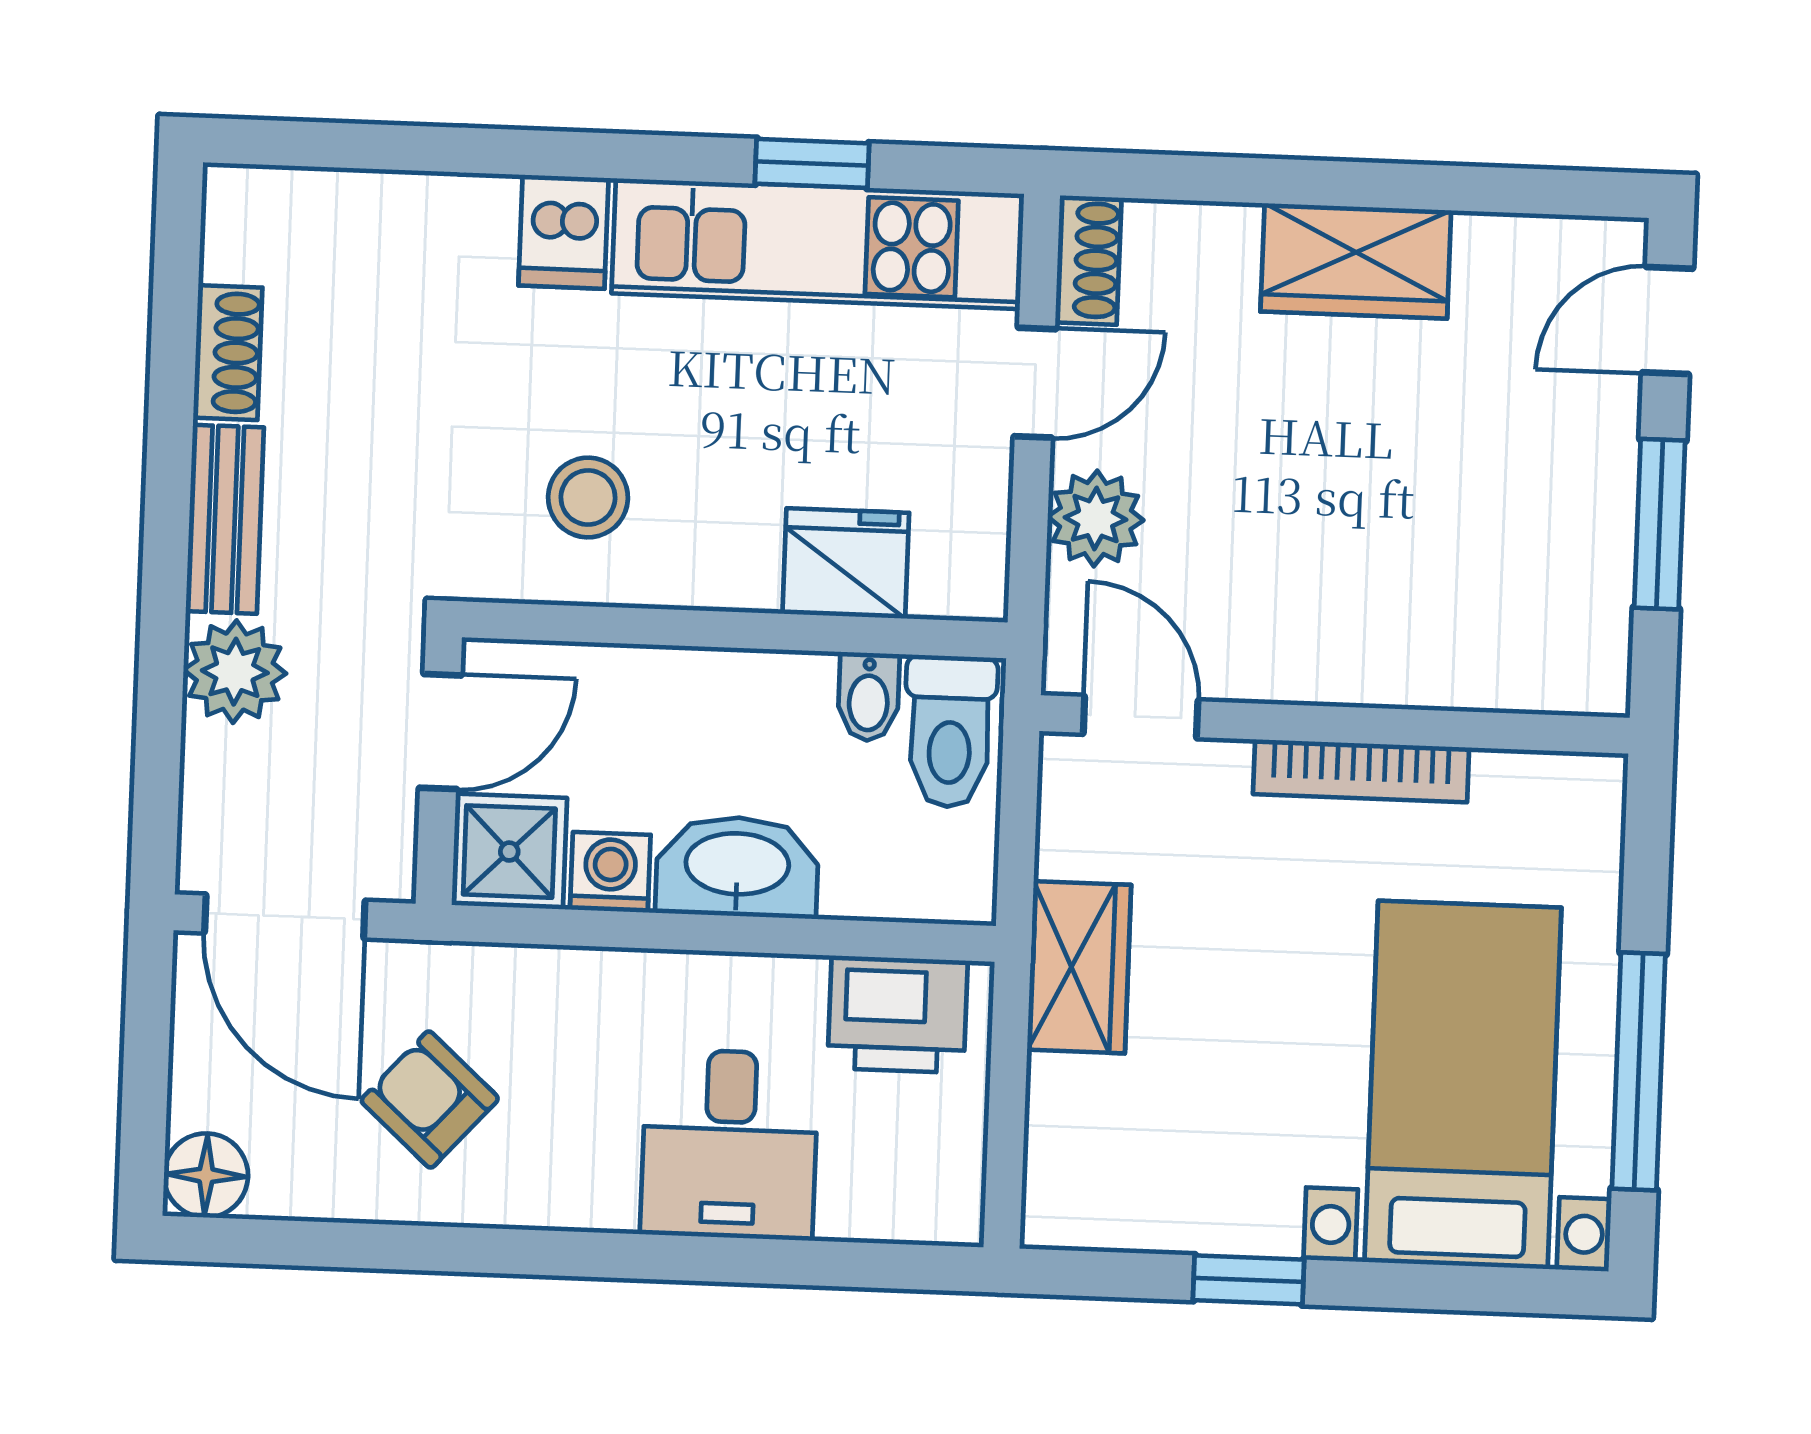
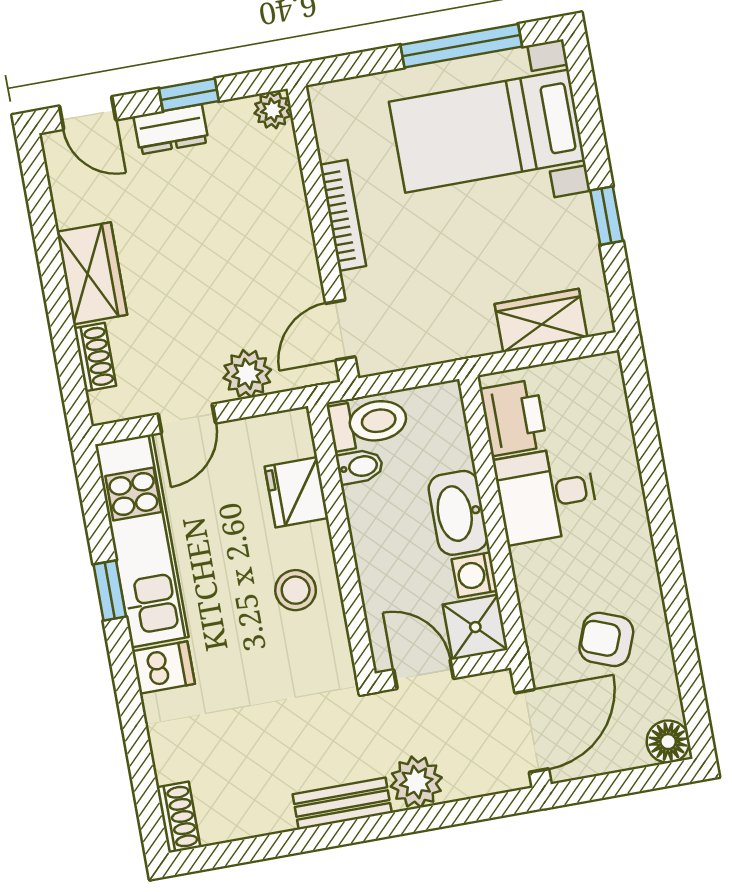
window: (812, 163) -> (110, 591), moved
shoe rack: (1088, 260) -> (95, 357), moved, turned 90
shoe rack: (228, 353) -> (178, 817), moved, turned 90
door: (1035, 383) -> (187, 419), swing flipped
dresser: (1601, 475) -> (171, 129), added
stool: (588, 498) -> (296, 590), moved
window: (1660, 524) -> (189, 95), width x0.67
plant: (1594, 680) -> (273, 110), added
wardrobe: (1079, 967) -> (541, 321), moved
armchair: (430, 1100) -> (606, 639), turned 69
desk: (729, 1144) -> (546, 495), moved, turned 180

